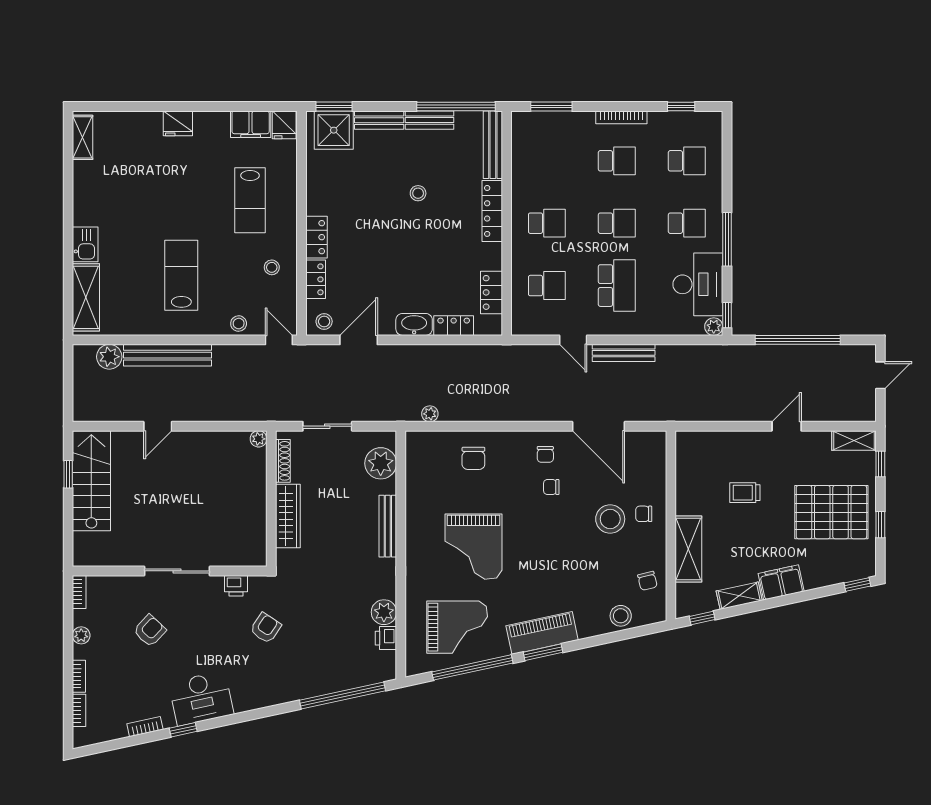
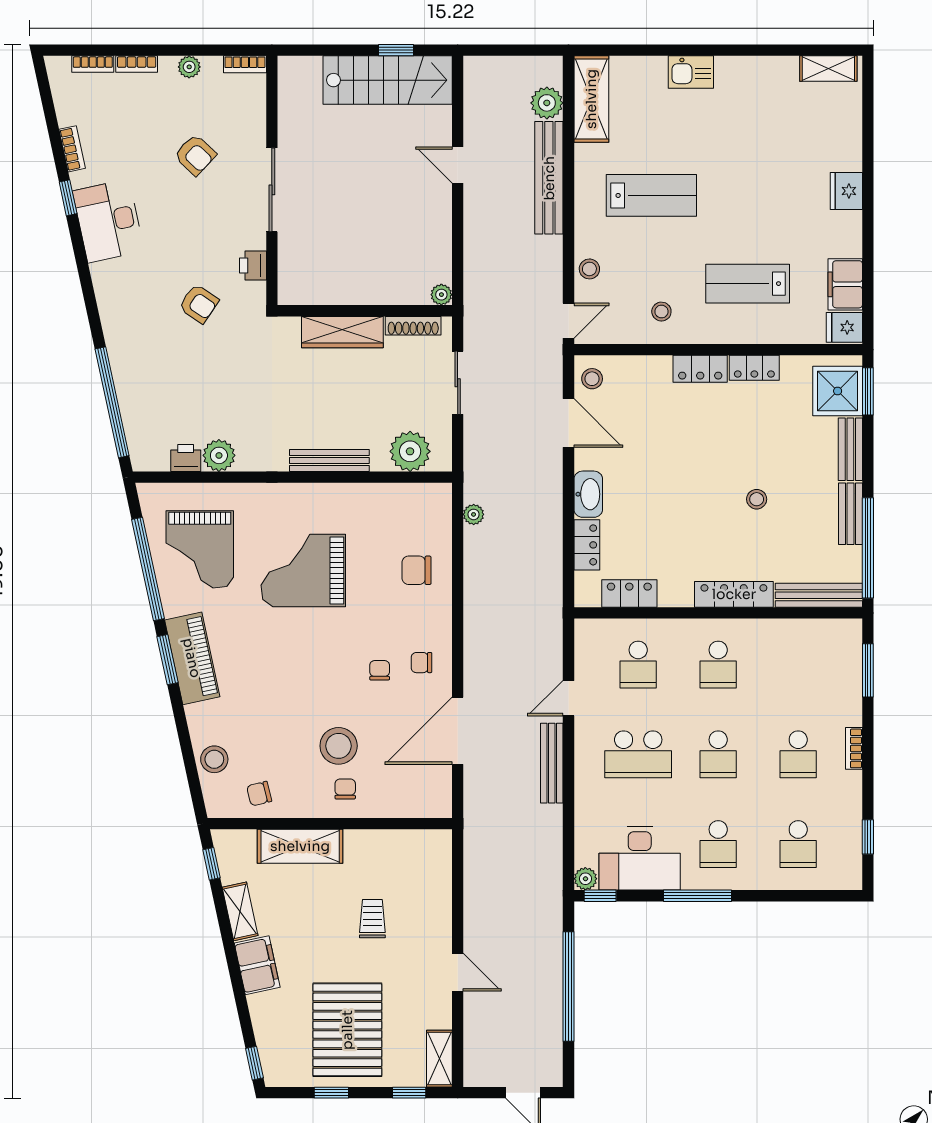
bookcase: (621, 117) -> (854, 748), width x0.64
locker: (316, 279) -> (754, 368), moved
shelving: (86, 297) -> (591, 99), moved, turned 90

